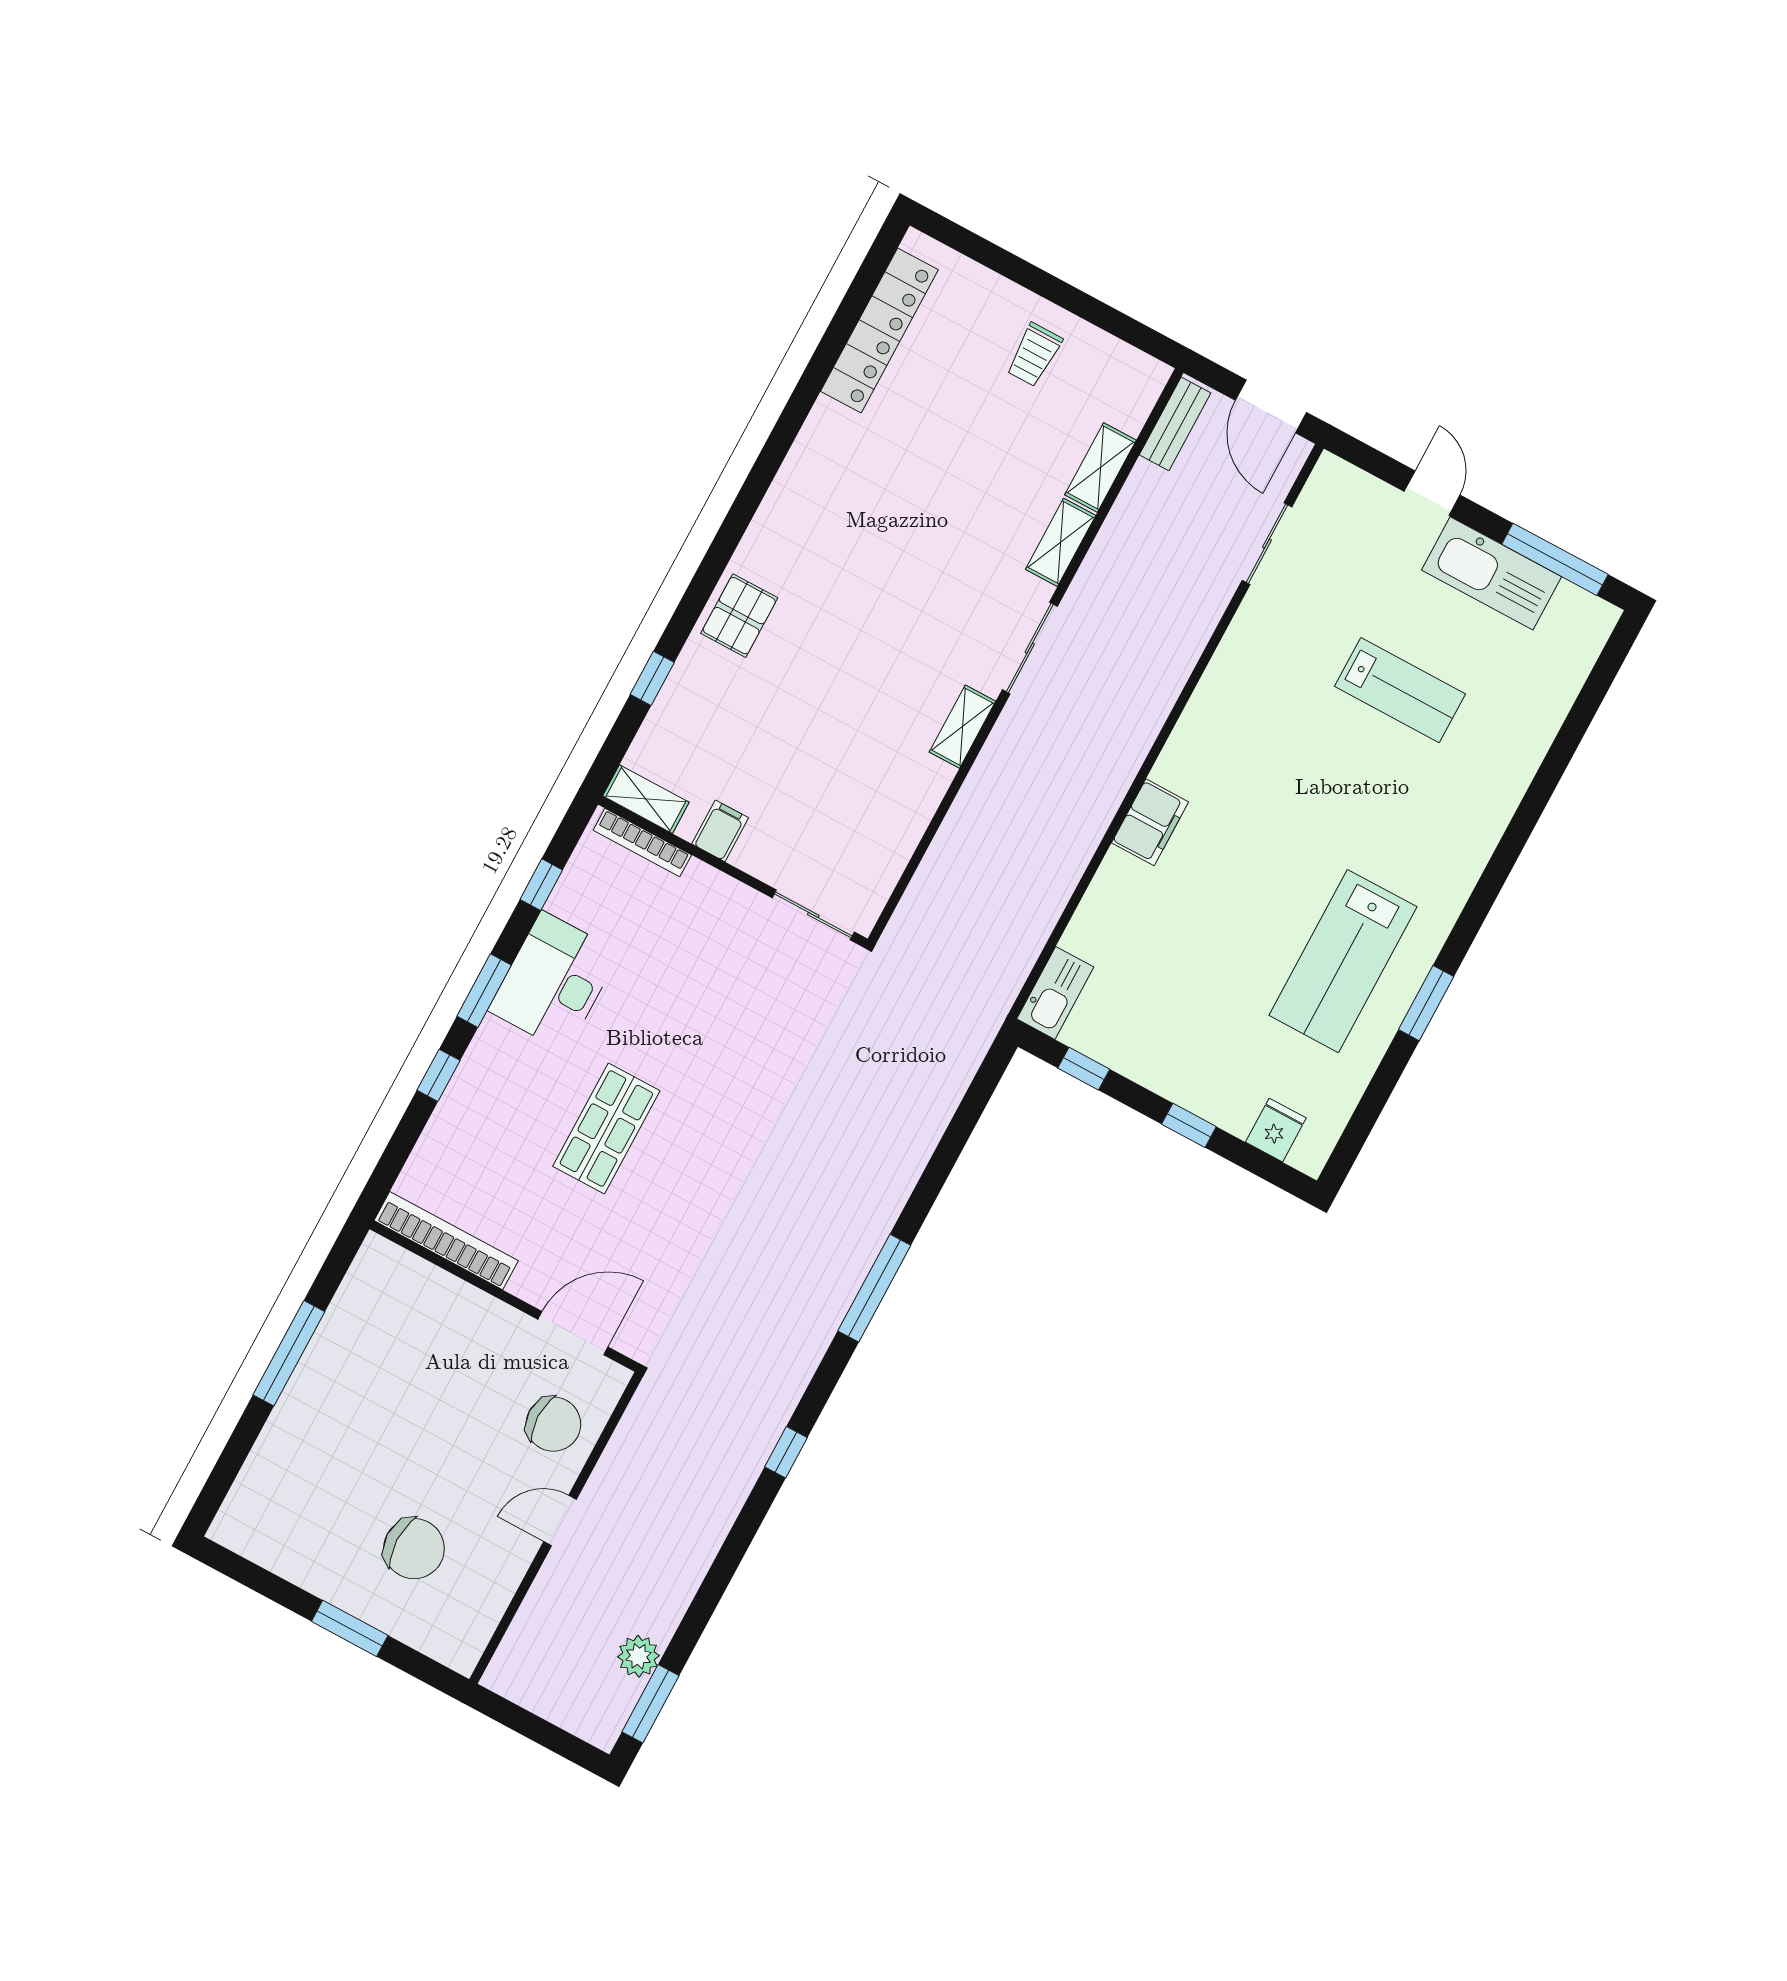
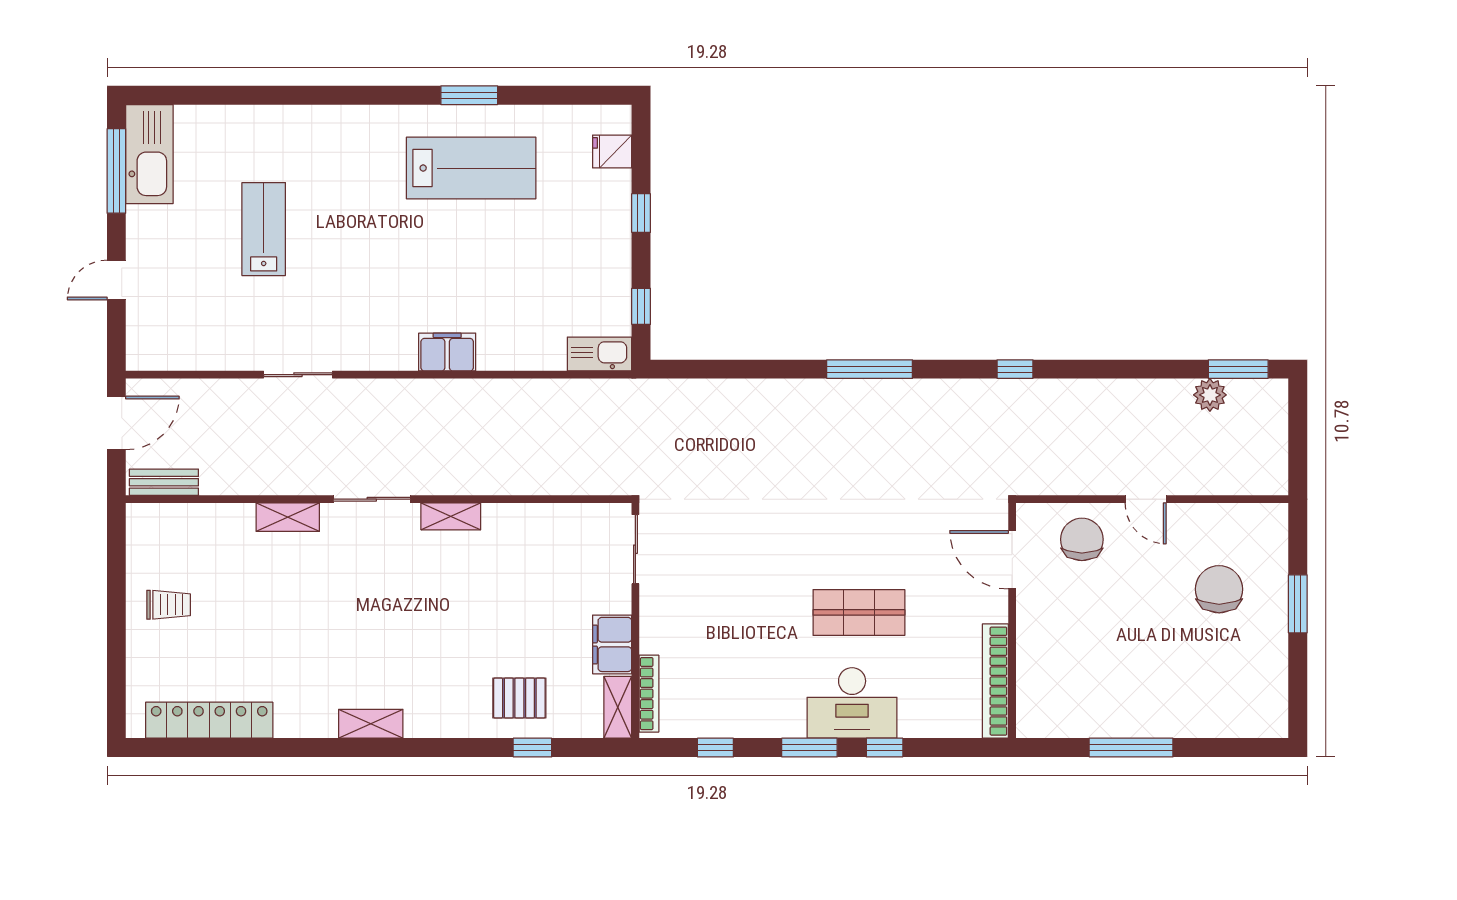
shelving: (1101, 468) -> (371, 724), moved
sliding door: (1267, 544) -> (298, 375), moved
kitchen sink: (1492, 573) -> (149, 154), moved
pallet: (739, 616) -> (519, 698), moved
filing cabinet: (720, 831) -> (612, 644), width x2.00
desk: (554, 981) -> (852, 703), moved

